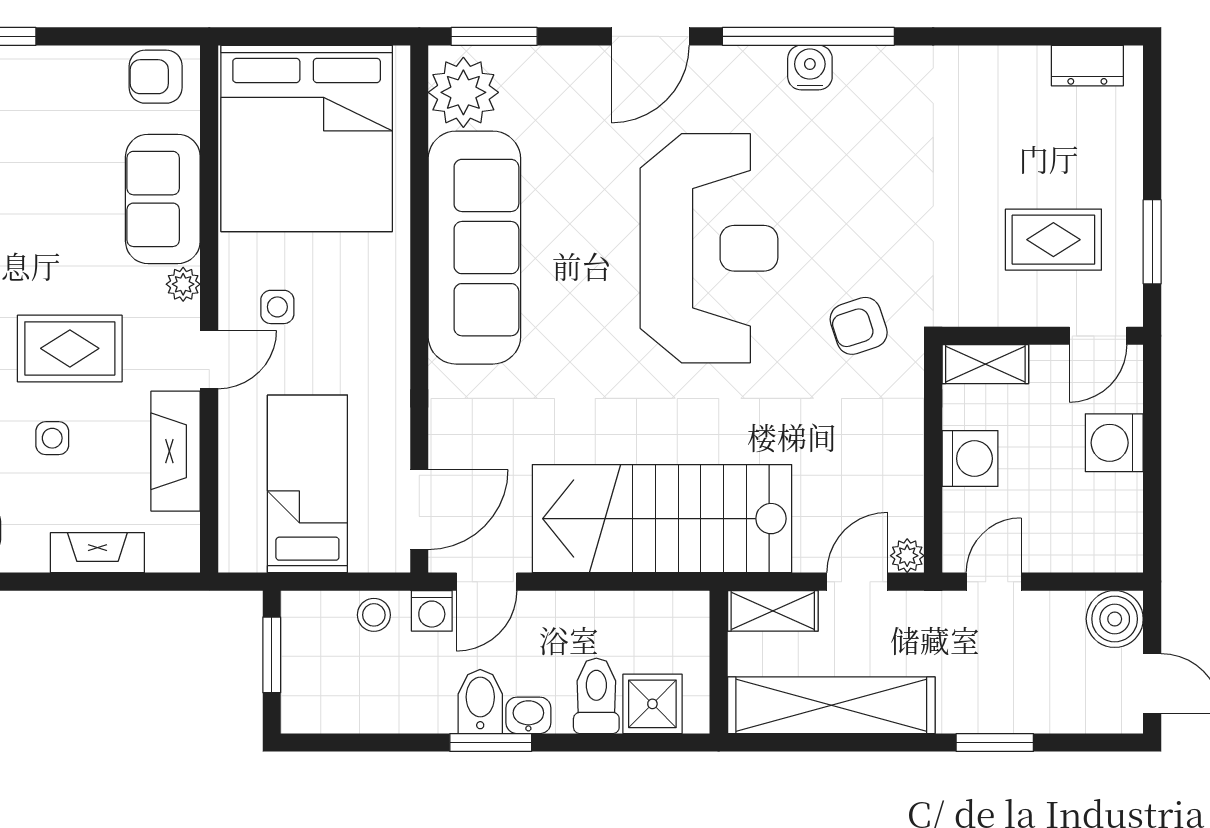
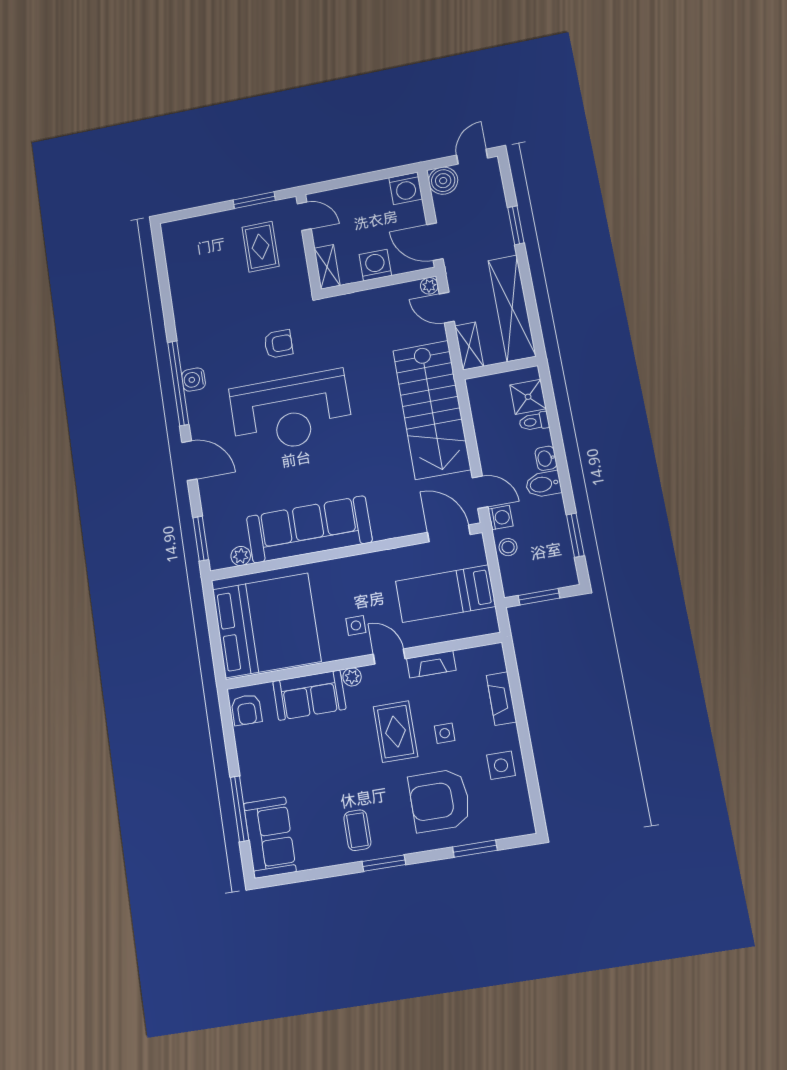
dresser: (1087, 66) -> (173, 247), removed
plant: (463, 92) -> (241, 556), width x0.53, depth x0.53
reception desk: (709, 248) -> (291, 412), turned 180
armchair: (859, 326) -> (278, 344), moved, turned -72
washing machine: (1114, 443) -> (406, 188), moved
fireplace: (176, 451) -> (431, 664), width x0.73, depth x0.76
door: (994, 582) -> (435, 242), width x1.37
toilet: (596, 696) -> (534, 422), width x0.73, depth x0.72
window: (491, 742) -> (575, 535), moved

